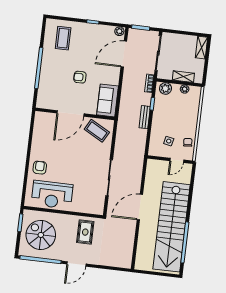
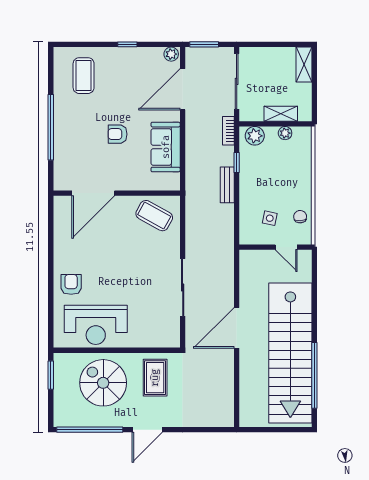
sofa: (108, 100) -> (166, 147), moved
door: (70, 113) -> (93, 193), moved
door: (177, 160) -> (286, 247), hinge flipped
spiral stairs: (41, 235) -> (103, 383), moved

